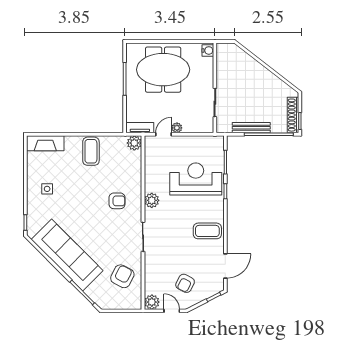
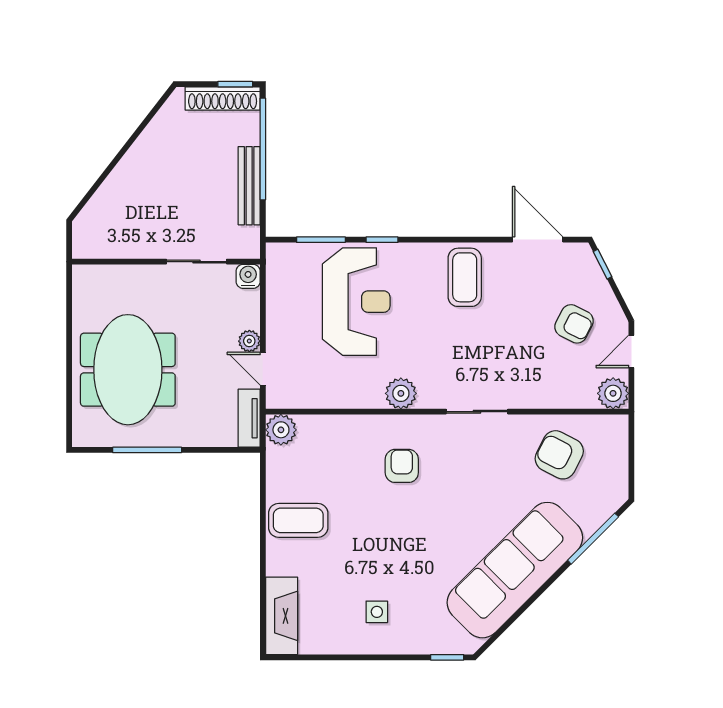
water cooler: (208, 50) -> (248, 276), moved
reception desk: (196, 179) -> (356, 302), turned 180

